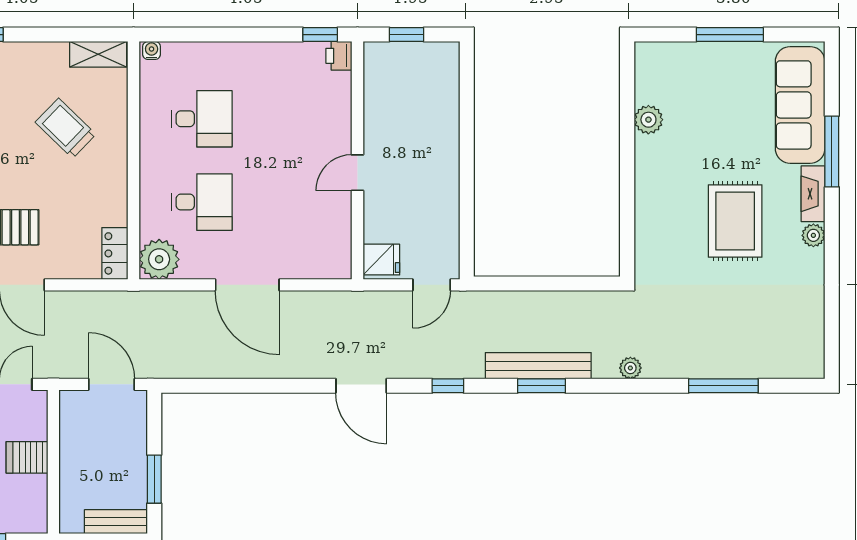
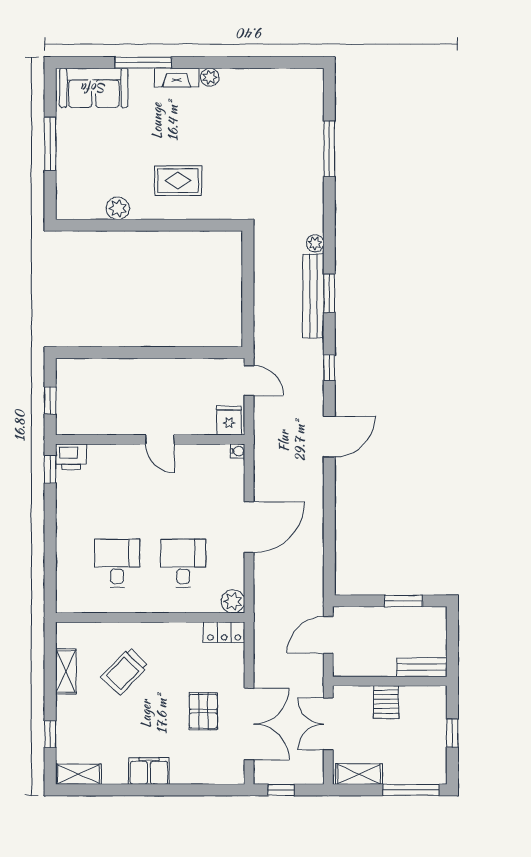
water cooler: (152, 50) -> (238, 451), moved, turned 180
shelving: (98, 54) -> (66, 671), moved
printer: (339, 56) -> (71, 457), width x1.36, depth x1.24
sofa: (800, 105) -> (94, 88), width x0.73
rug: (735, 221) -> (178, 181), moved, width x0.73, depth x0.70
plant: (159, 259) -> (233, 601), width x0.73, depth x0.73
plant: (630, 368) -> (315, 243), moved
bench: (116, 522) -> (422, 667), moved, turned 90

